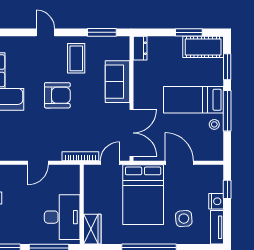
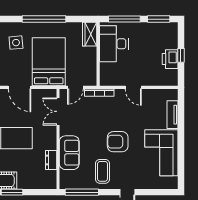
window: (102, 32) -> (82, 192), width x1.44
dresser: (140, 48) -> (51, 160), moved
double door: (132, 133) -> (58, 111), width x0.73
door: (38, 163) -> (133, 87), swing flipped

